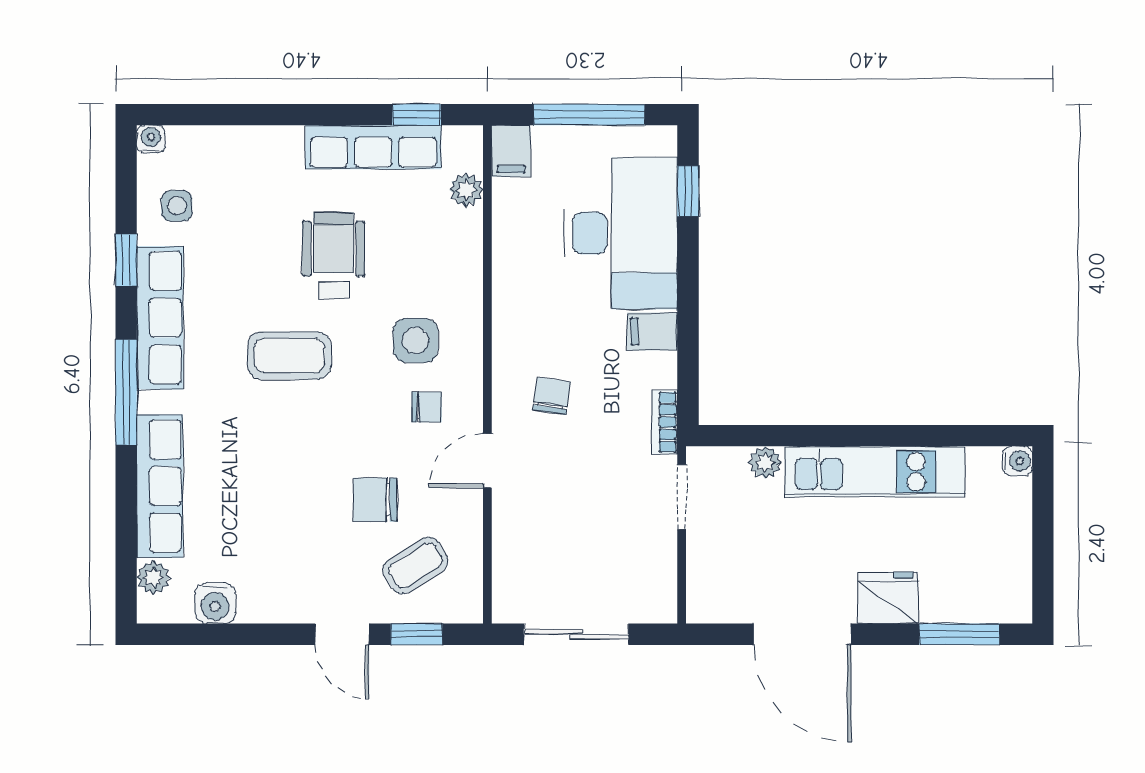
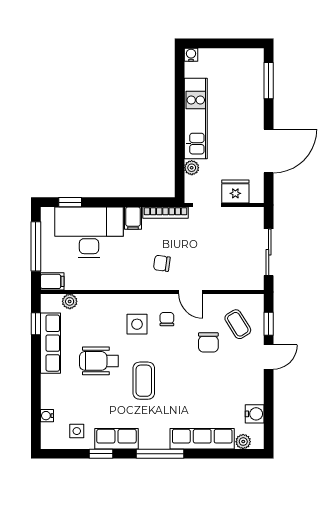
water cooler: (151, 139) -> (47, 416), moved
row of seats: (160, 318) -> (116, 439), width x0.68
bookcase: (665, 422) -> (166, 213), width x1.56
fridge: (888, 598) -> (235, 192), moved, turned 90

